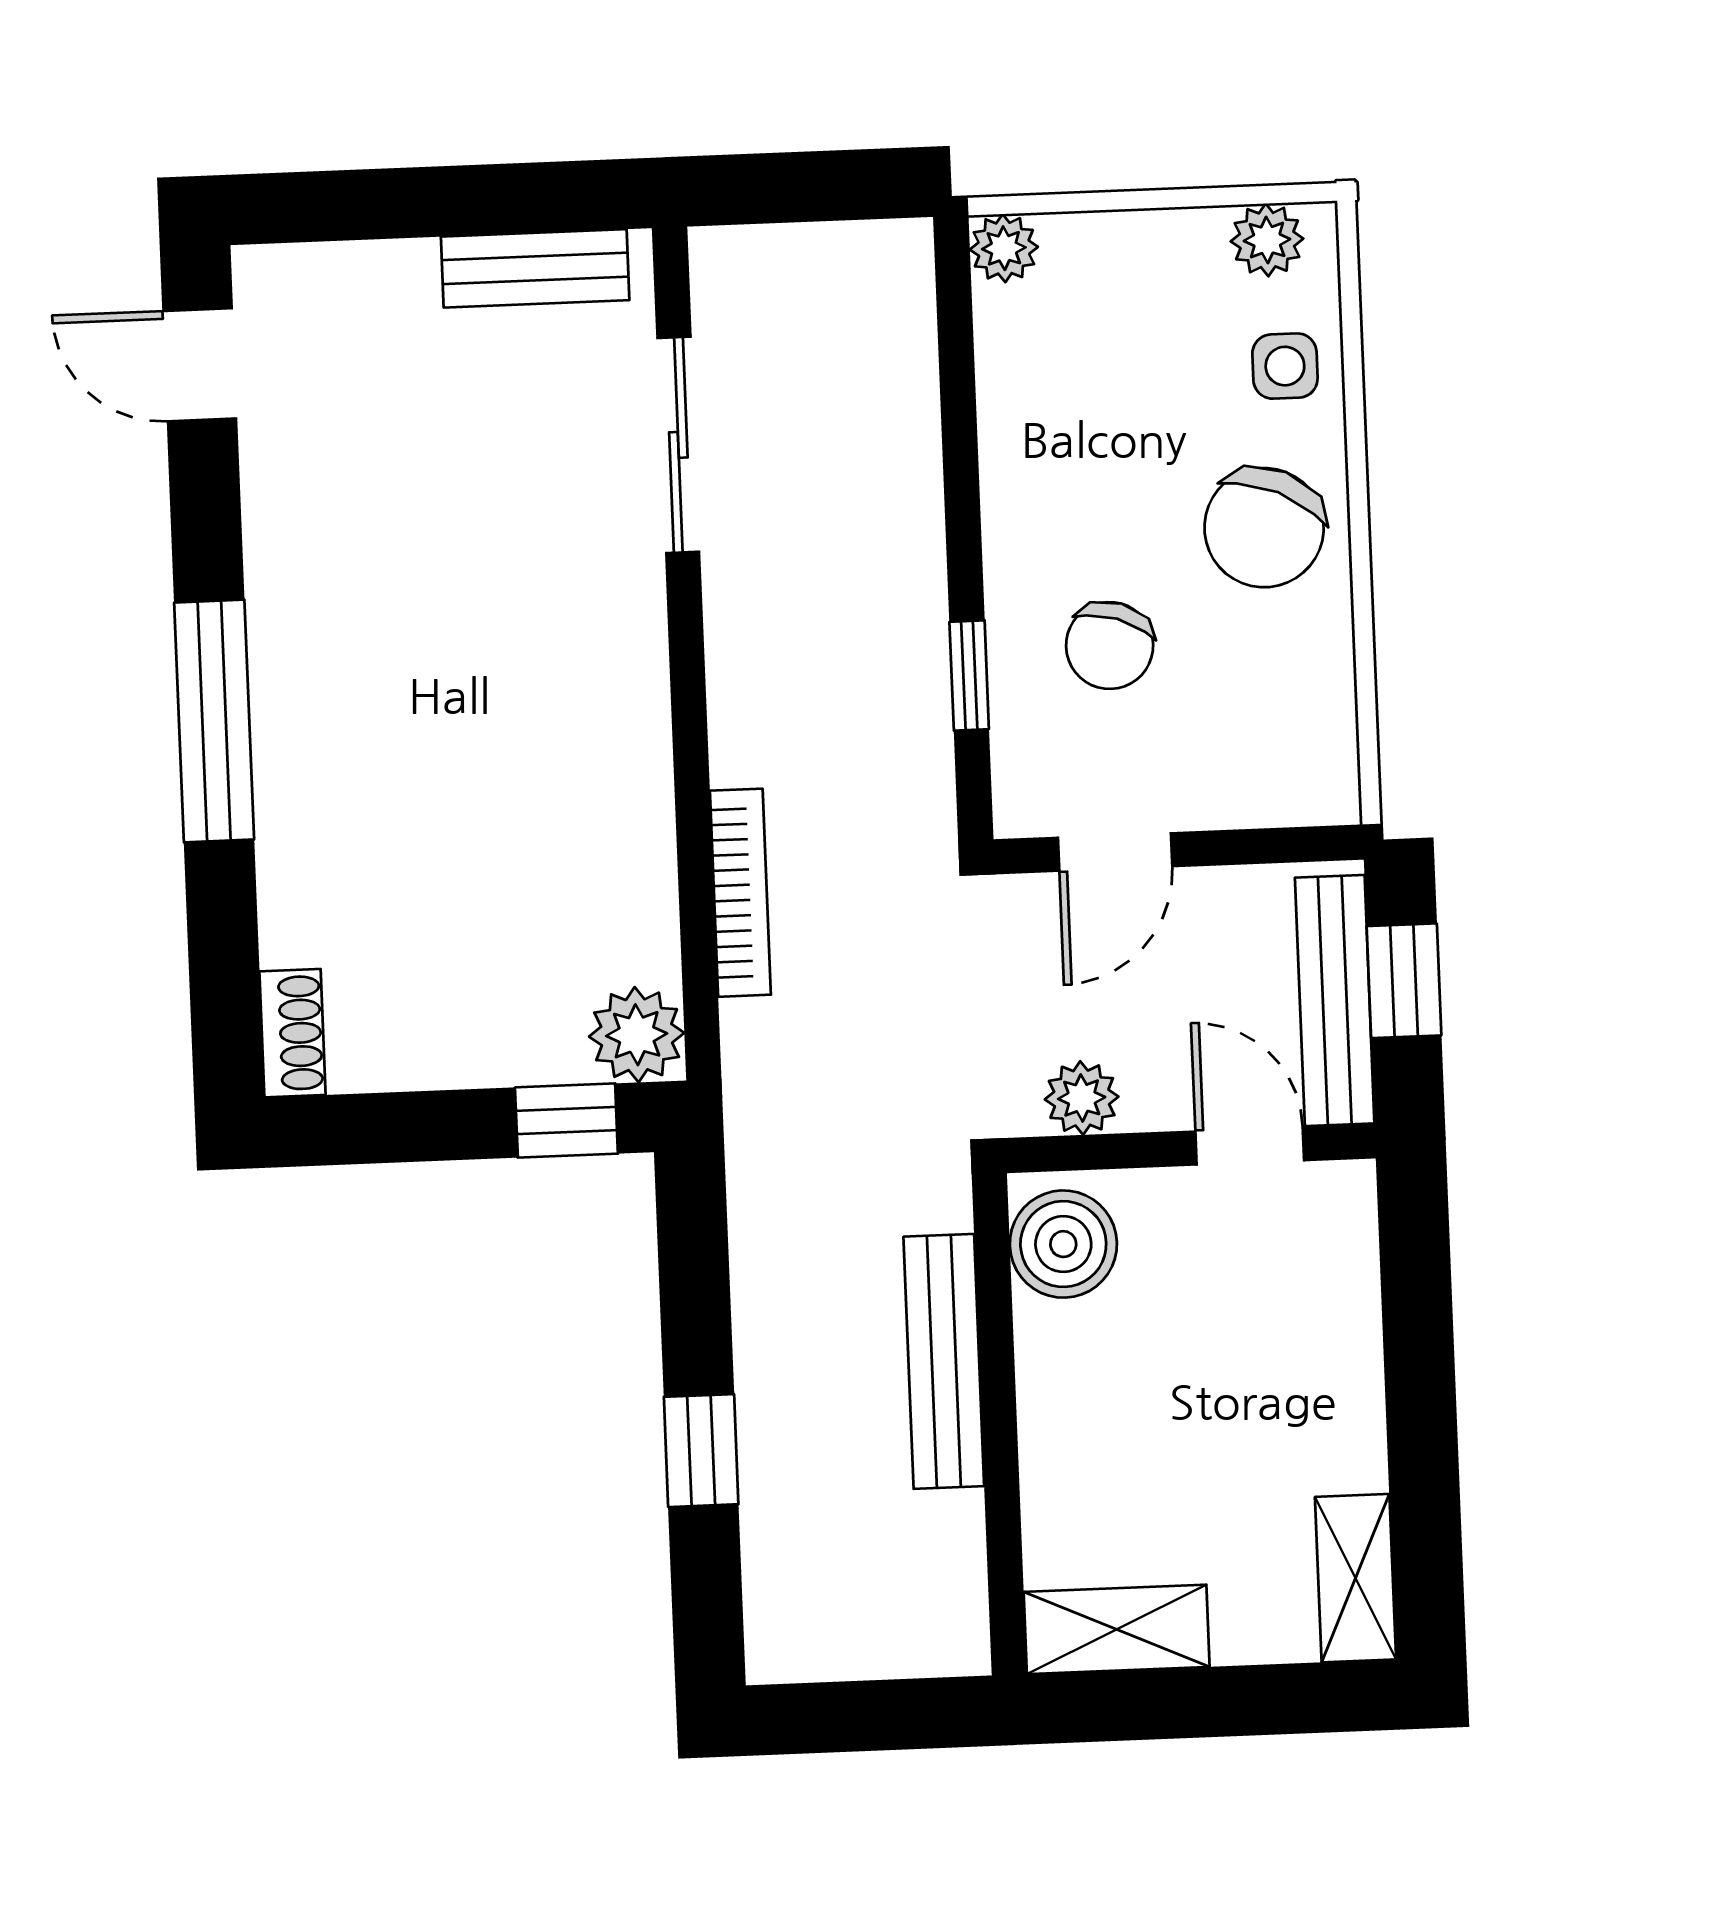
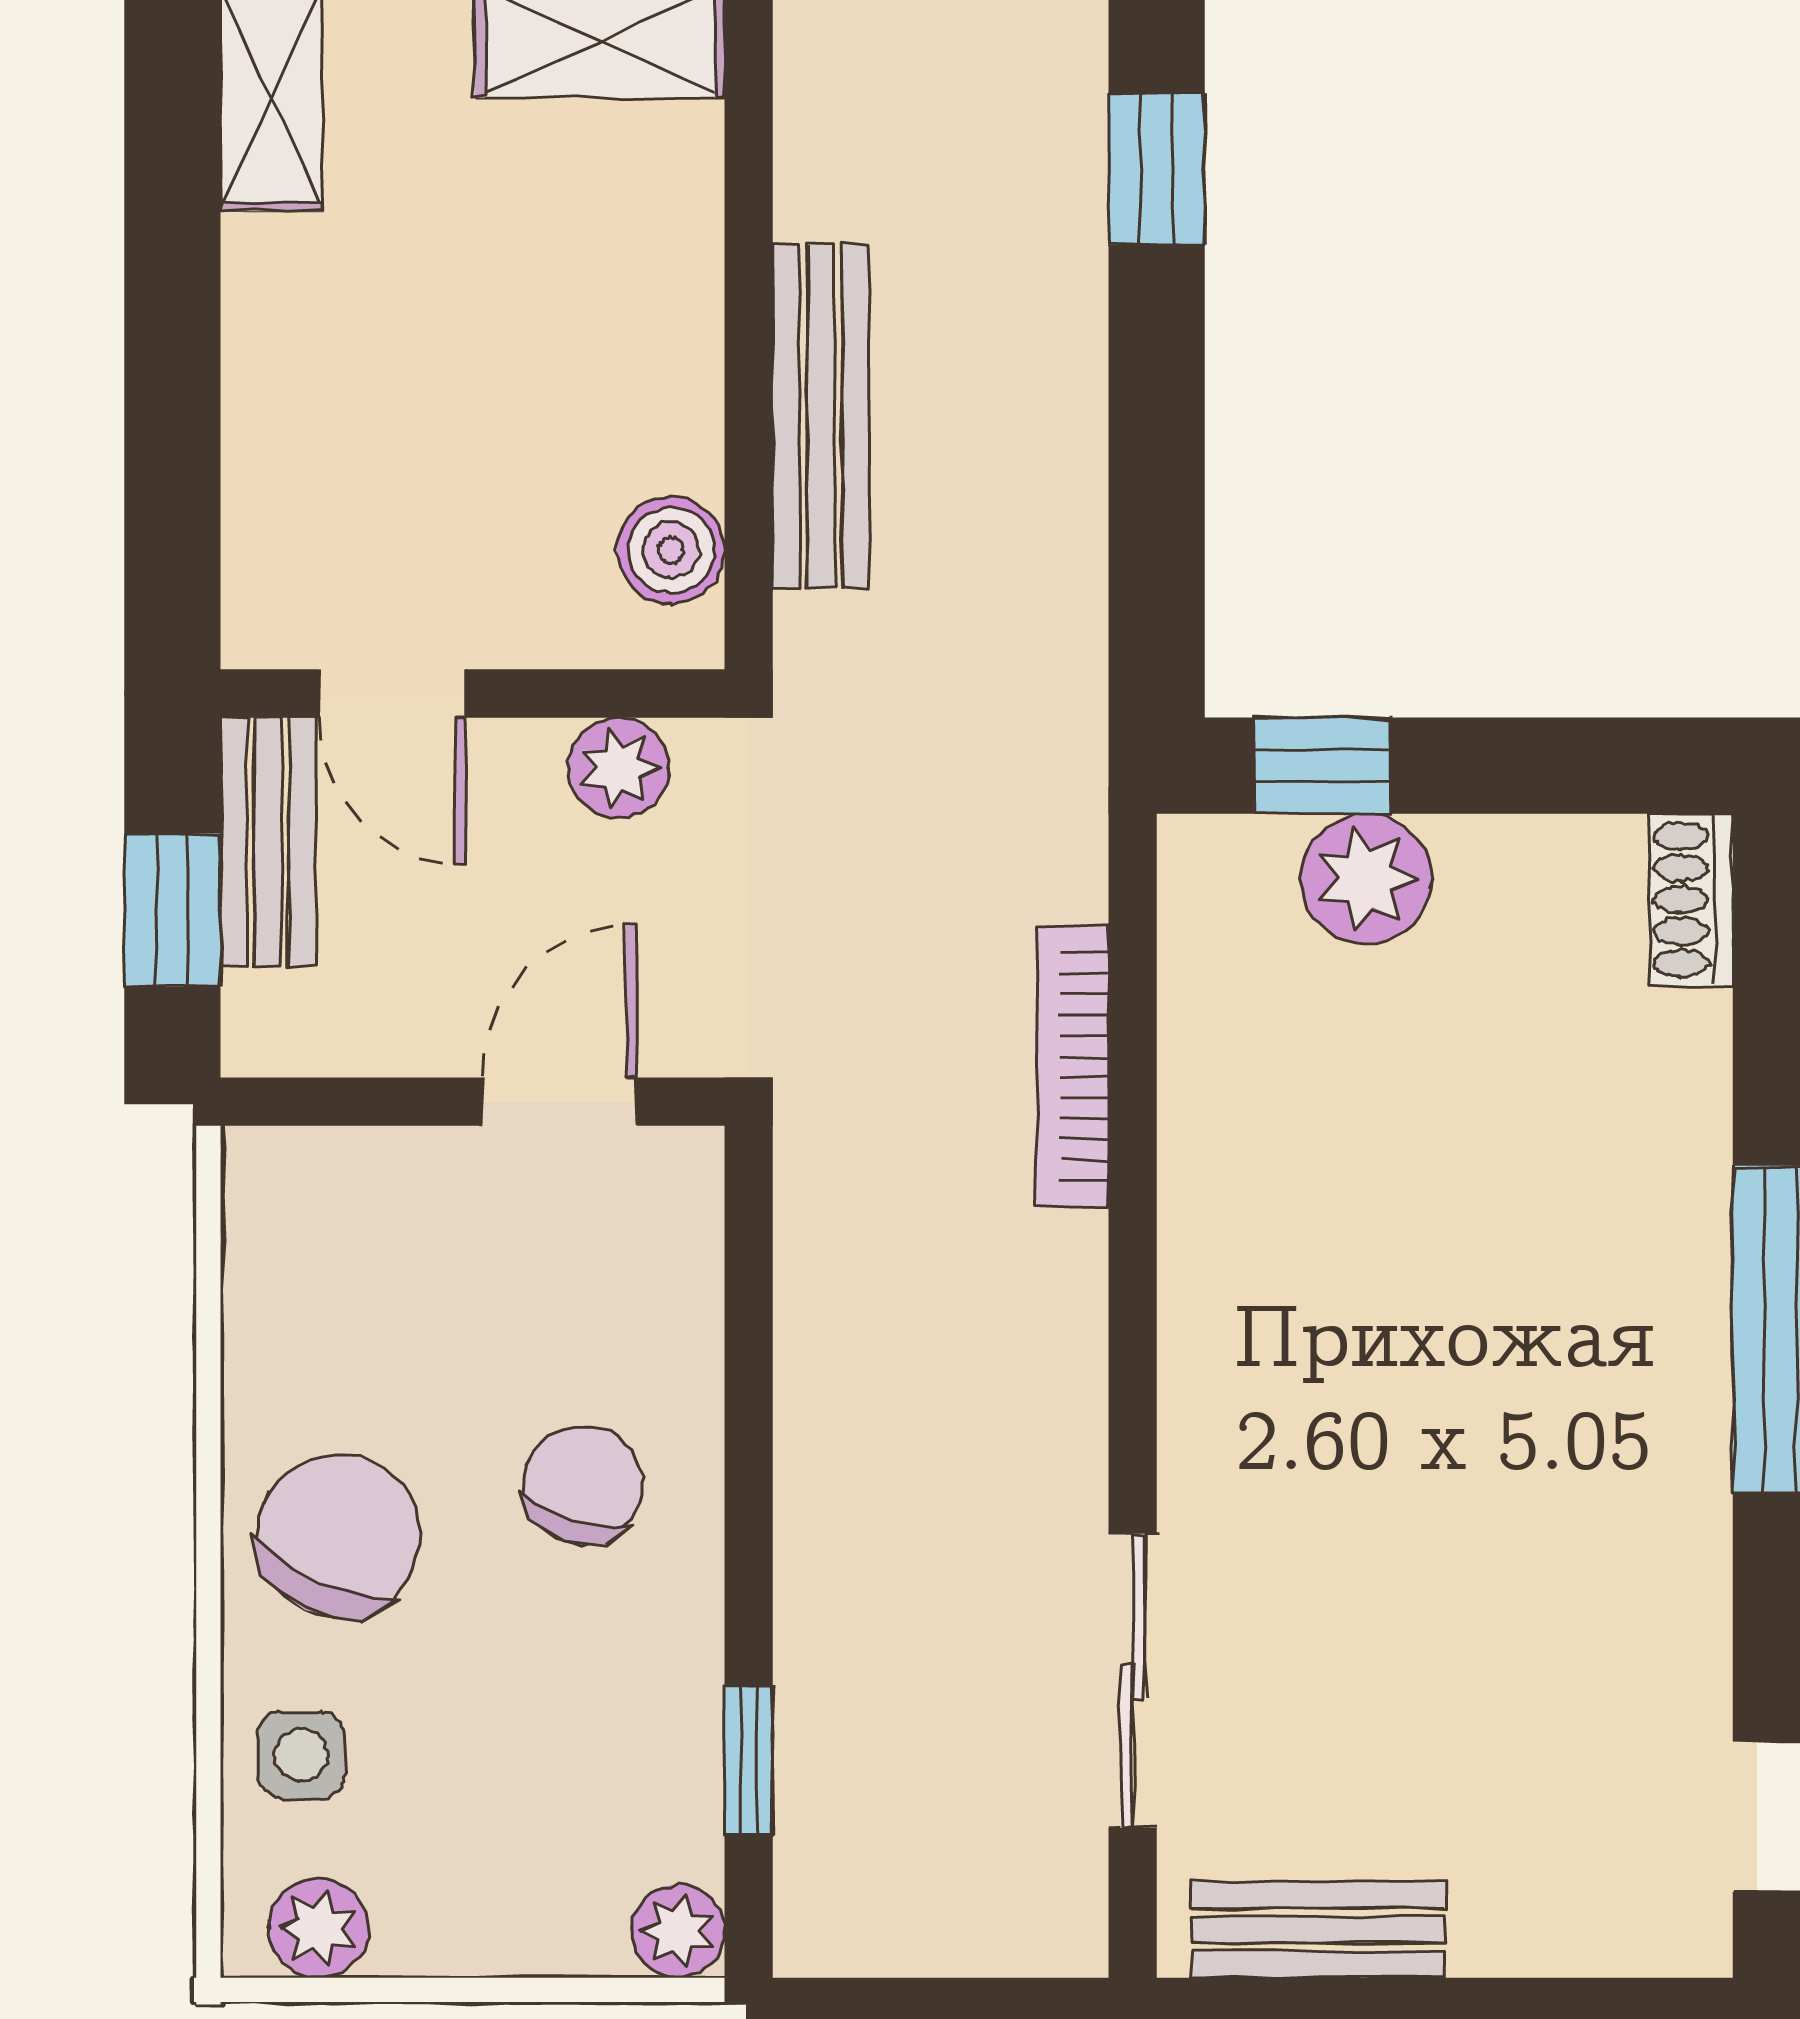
chair: (1110, 645) -> (583, 1485), moved
window: (969, 675) -> (749, 1760), moved
bench: (1335, 1000) -> (268, 842), width x0.73
plant: (637, 1035) -> (1366, 879), moved
boiler: (1063, 1244) -> (671, 550), width x0.73, depth x0.73
window: (701, 1451) -> (1157, 169), moved

